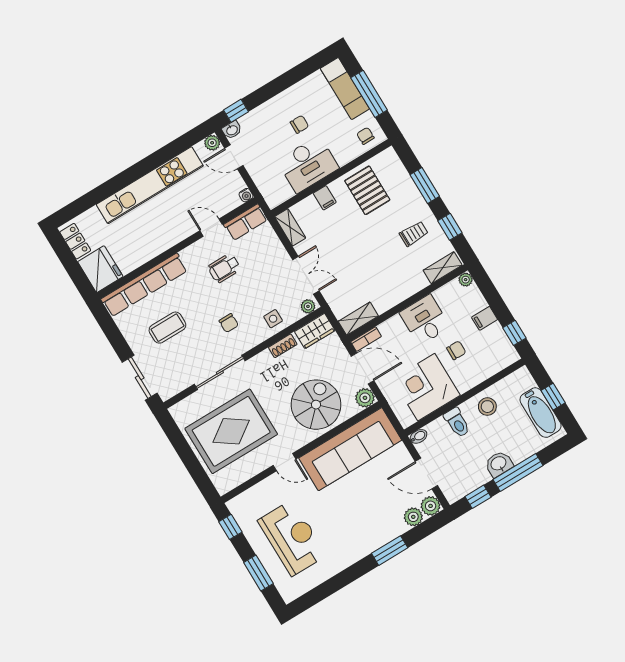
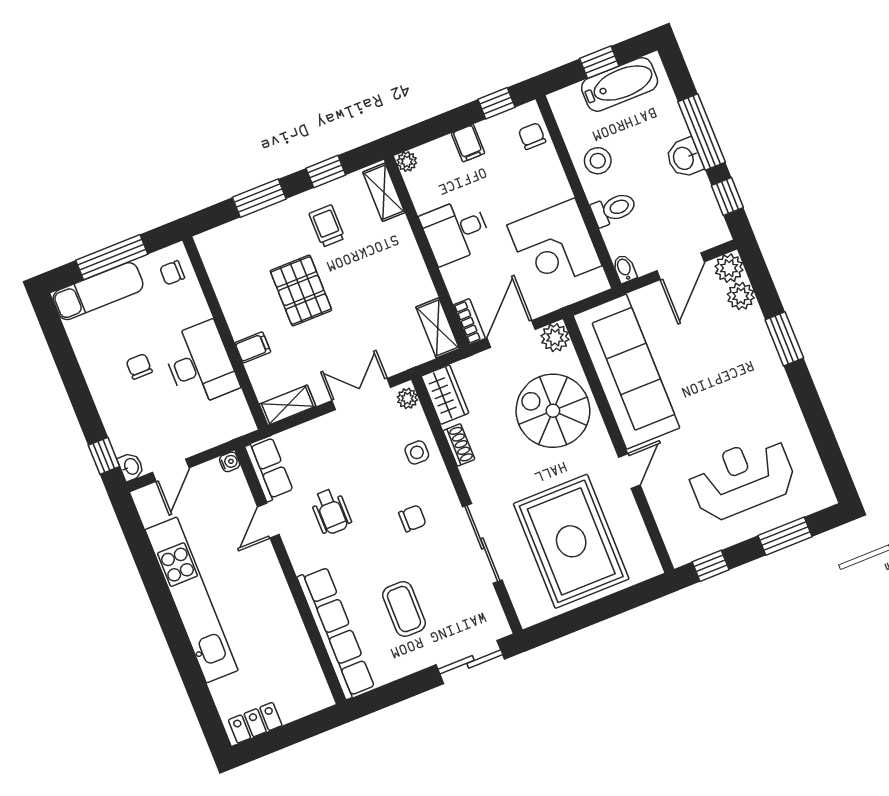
plant: (212, 143) -> (145, 499), removed
pallet: (367, 190) -> (301, 290), moved, turned 90
fridge: (100, 269) -> (302, 693), removed
chair: (456, 350) -> (532, 136), moved

